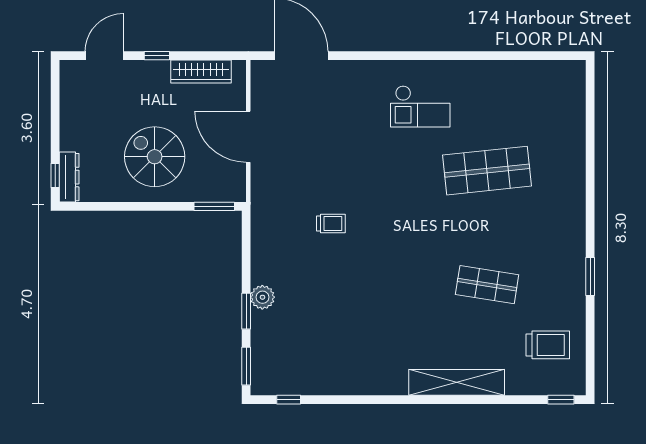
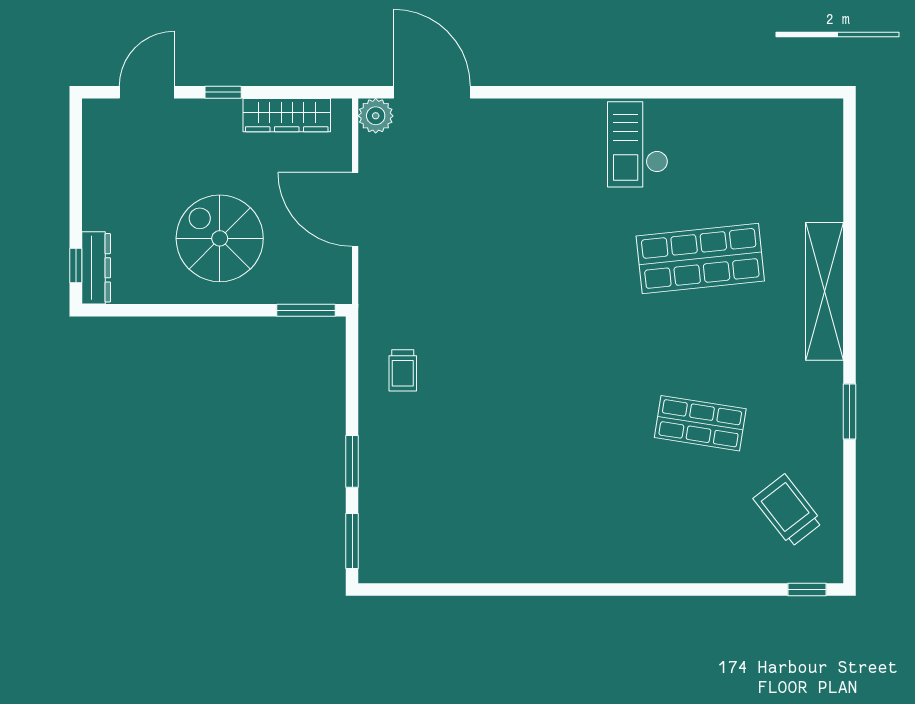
checkout: (420, 106) -> (638, 144), moved, turned 90
trolley: (331, 223) -> (403, 370), moved, turned 90
plant: (262, 297) -> (376, 116), moved
trolley: (548, 345) -> (788, 510), turned -128
shelving: (457, 382) -> (824, 291), moved, turned 90
window: (289, 400) -> (413, 590), removed

